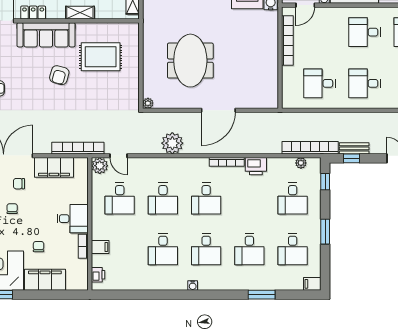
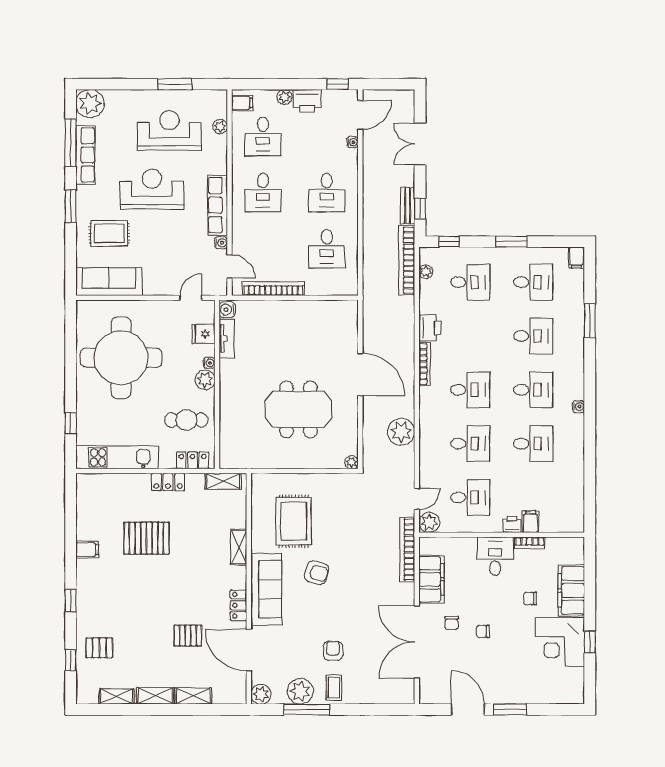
printer: (98, 275) -> (512, 524), moved

